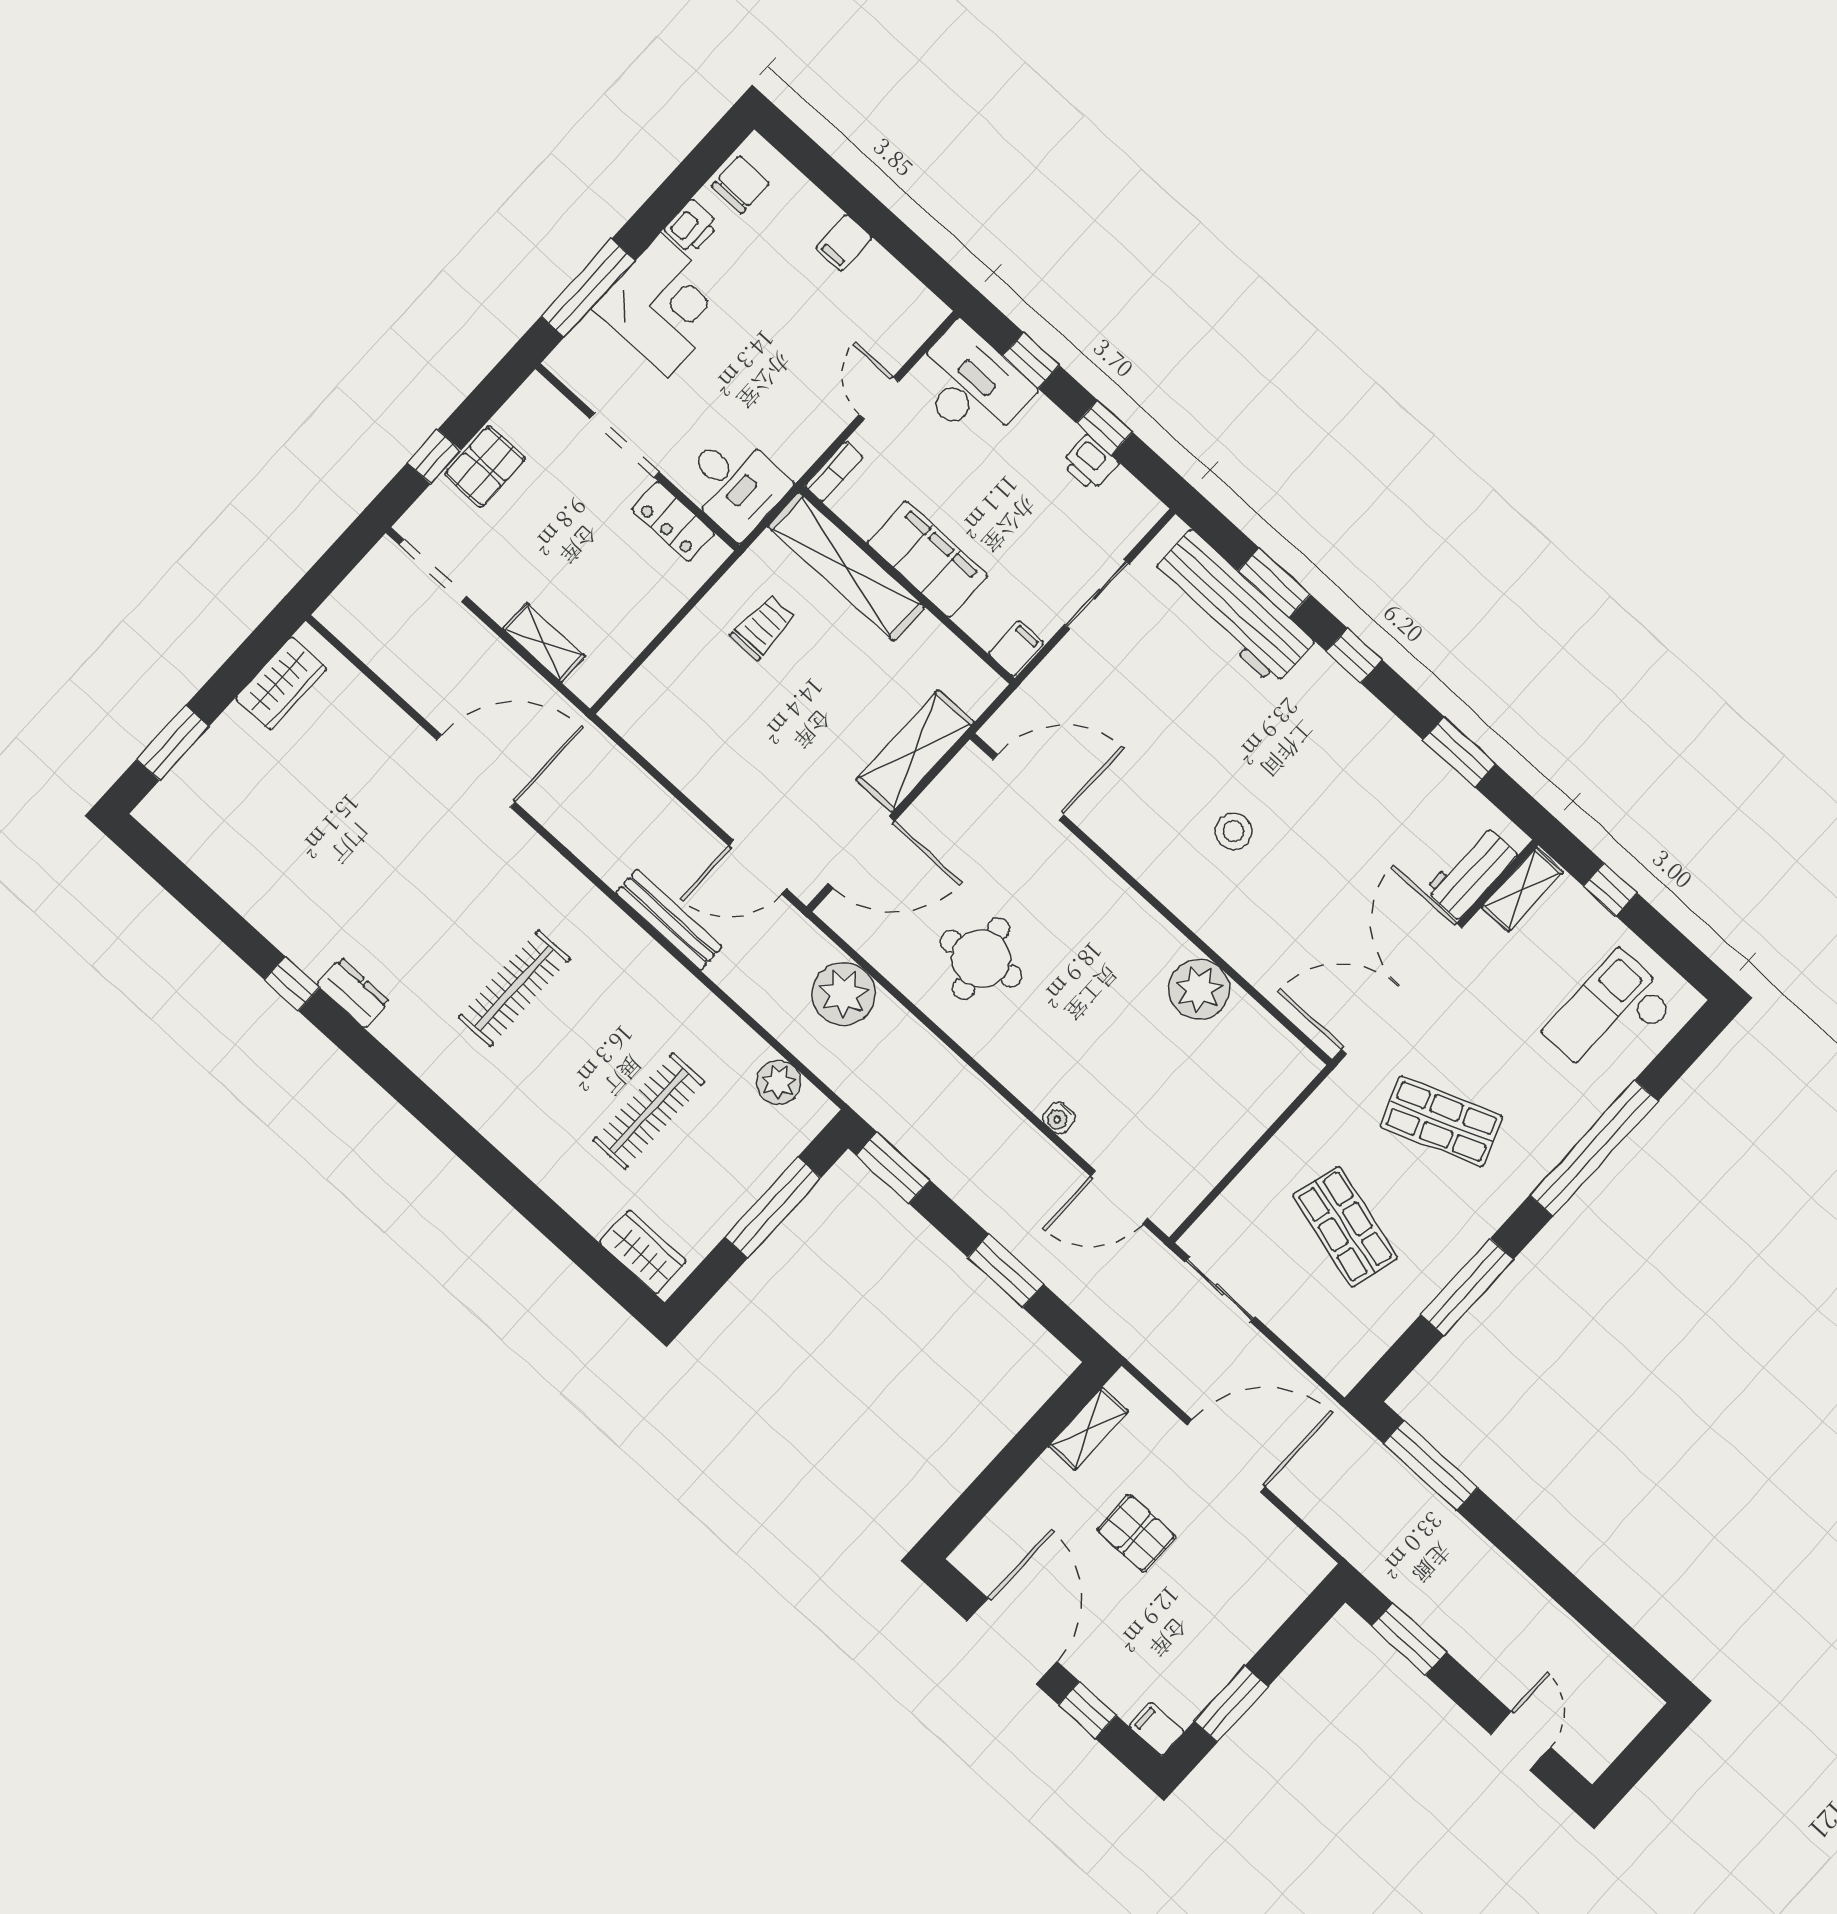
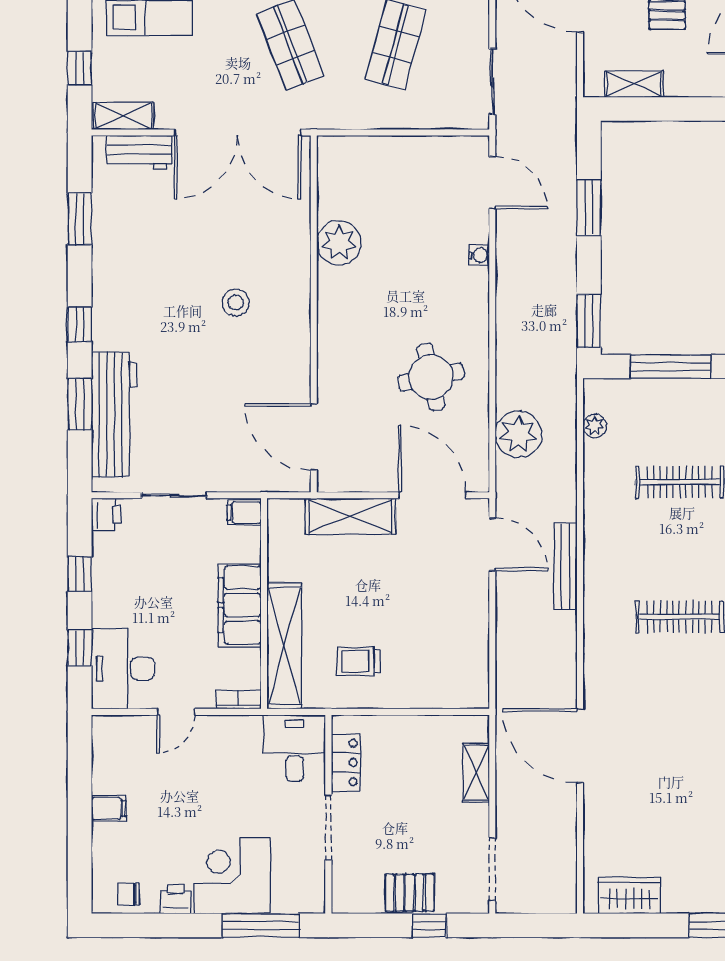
chair: (741, 185) -> (128, 894), width x0.73, depth x0.73
printer: (1090, 463) -> (106, 515), moved
plant: (778, 1082) -> (595, 426), width x0.73, depth x0.73

